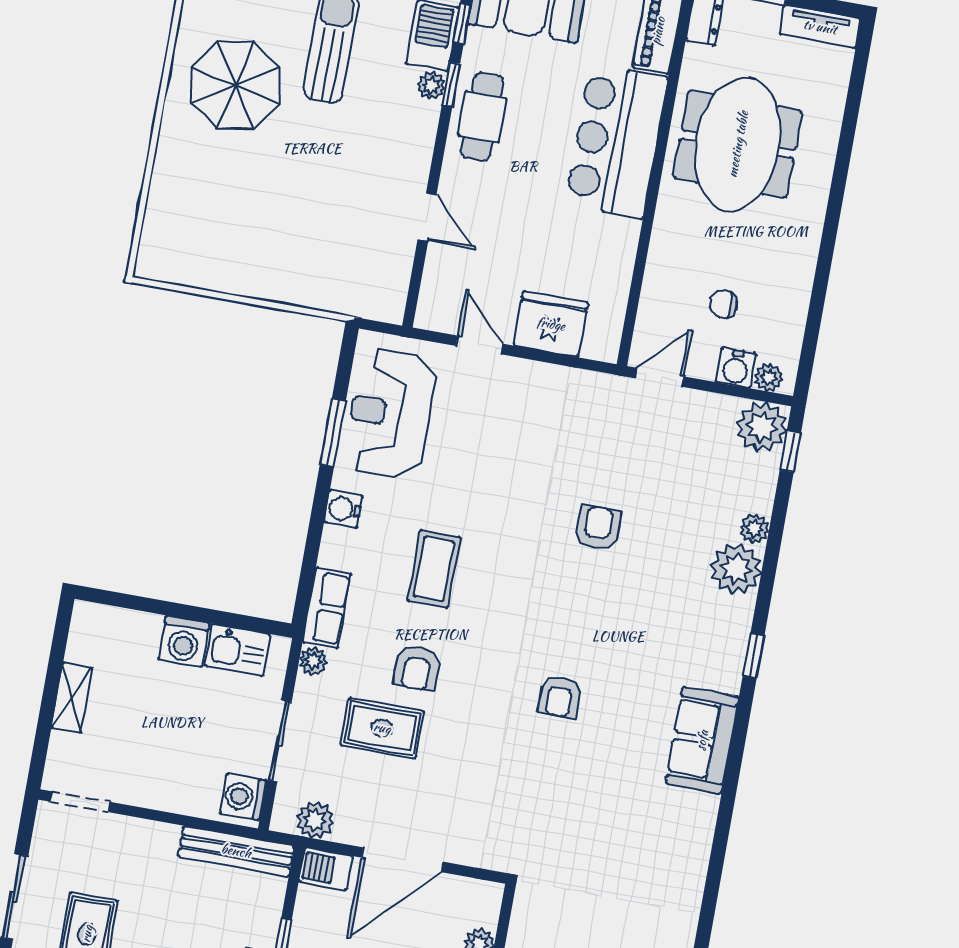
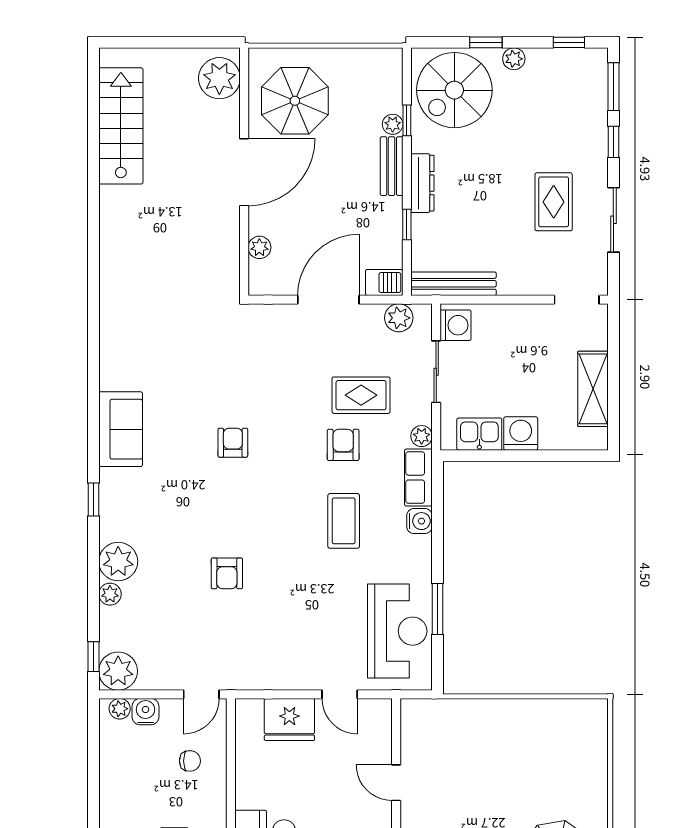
chair: (723, 304) -> (190, 761), moved
water cooler: (343, 509) -> (419, 521), moved
shelving: (72, 698) -> (593, 389), width x1.50, depth x1.33

